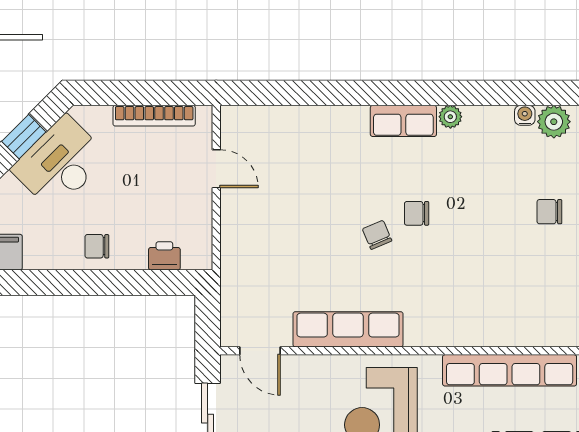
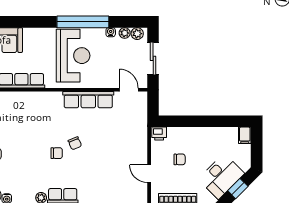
chair: (97, 246) -> (180, 159), moved
printer: (164, 256) -> (159, 134), moved

